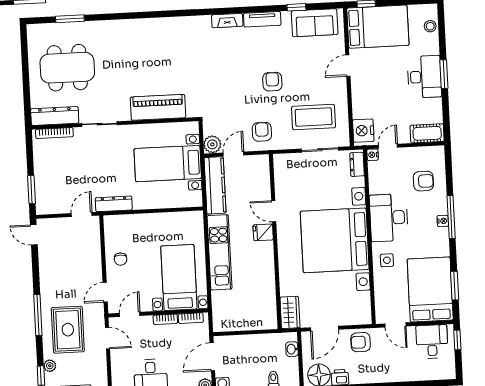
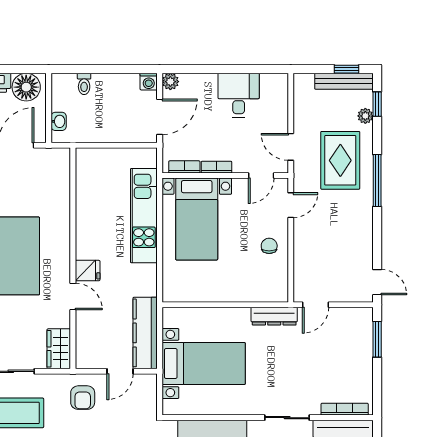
plant: (212, 144) -> (146, 385), removed
kitchen unit: (220, 252) -> (144, 216), moved
wardrobe: (290, 312) -> (59, 349), moved

